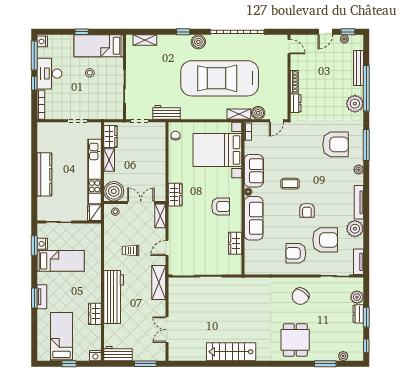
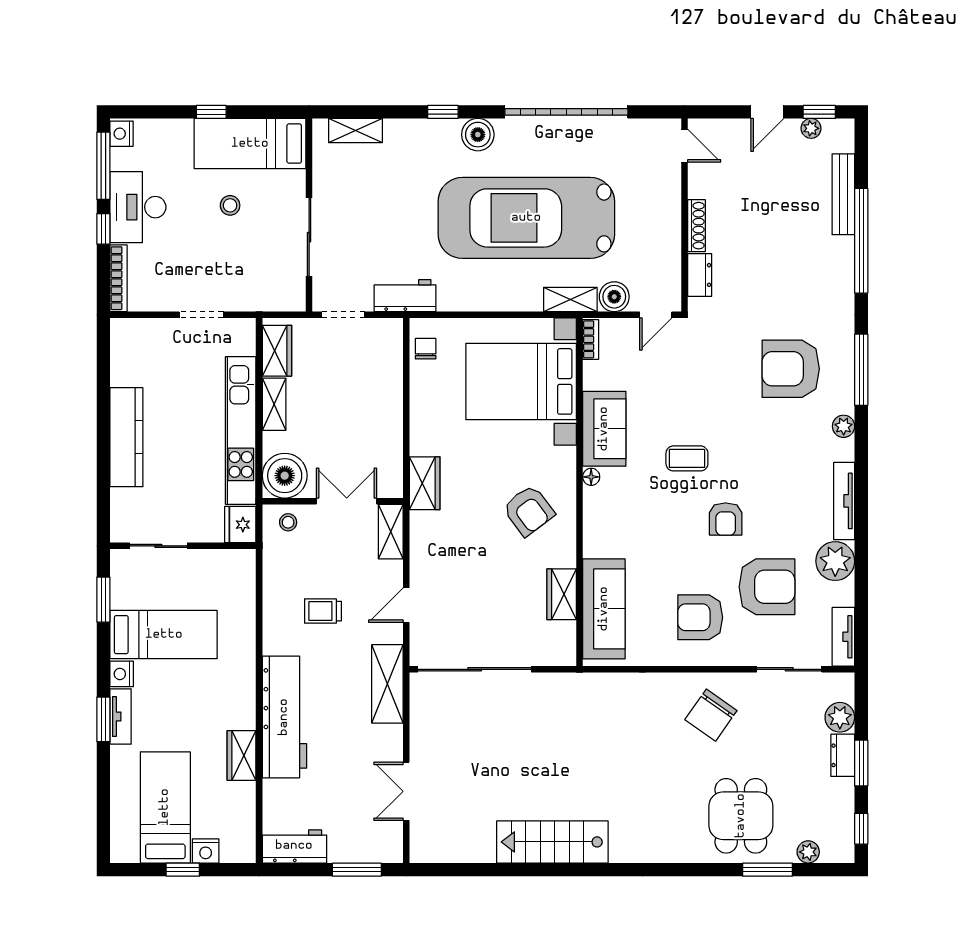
plant: (355, 104) -> (835, 276), removed
armchair: (335, 144) -> (791, 369), turned 180
armchair: (221, 207) -> (529, 511), turned 53
sofa: (254, 218) -> (604, 609), moved
nightstand: (42, 244) -> (122, 674), moved
dining table: (295, 340) -> (741, 816), moved
nightstand: (95, 356) -> (206, 851), moved

